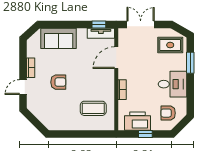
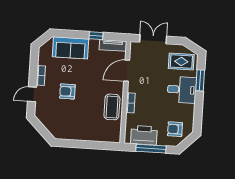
window: (99, 25) -> (96, 36), moved
armchair: (58, 82) -> (67, 91), turned 180
desk: (172, 84) -> (182, 90), moved
coffee table: (93, 108) -> (112, 107), moved, turned 90
window: (145, 134) -> (151, 149), width x2.17

